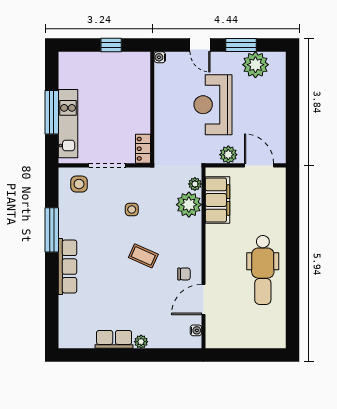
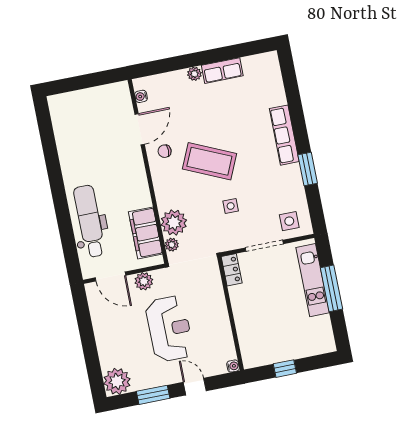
plant: (255, 65) -> (117, 381), moved
window: (52, 230) -> (308, 169), width x0.69
coffee table: (143, 256) -> (209, 161), width x1.86, depth x1.72
dental chair: (263, 270) -> (89, 221), moved

